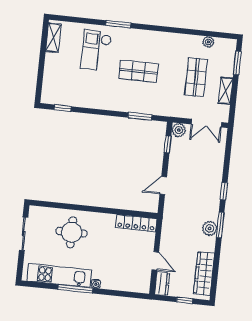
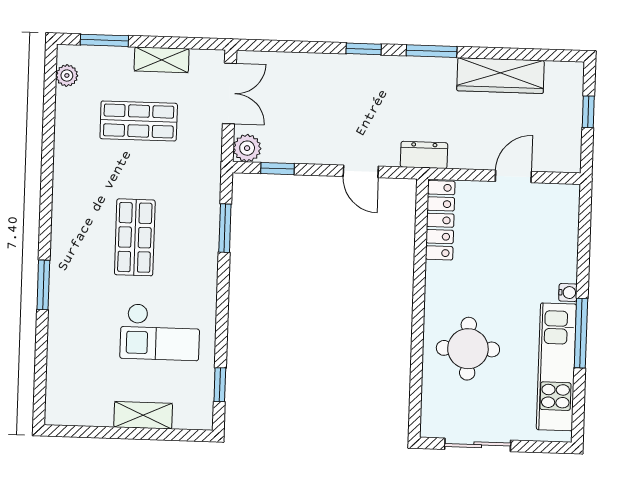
shelving: (53, 38) -> (143, 415), moved
plant: (208, 42) -> (67, 75), moved
checkout: (96, 50) -> (160, 332), moved
plant: (210, 228) -> (440, 72), removed
wardrobe: (204, 273) -> (500, 76), moved
dresser: (162, 284) -> (424, 155), moved

